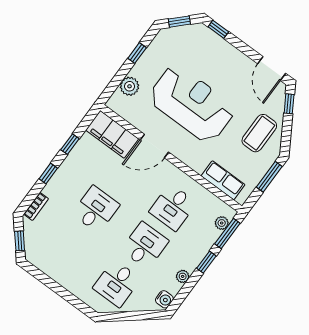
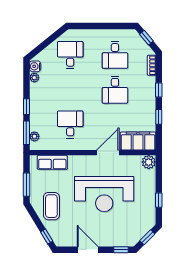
door: (272, 69) -> (88, 250), moved
plant: (129, 86) -> (149, 162), moved
desk: (145, 245) -> (115, 55), moved
plant: (183, 276) -> (34, 78), moved

